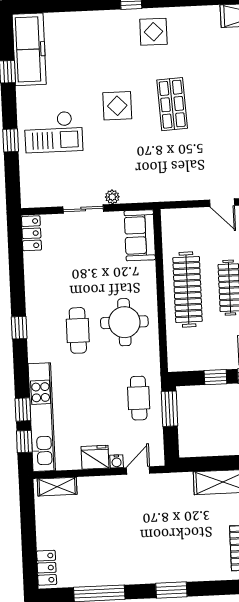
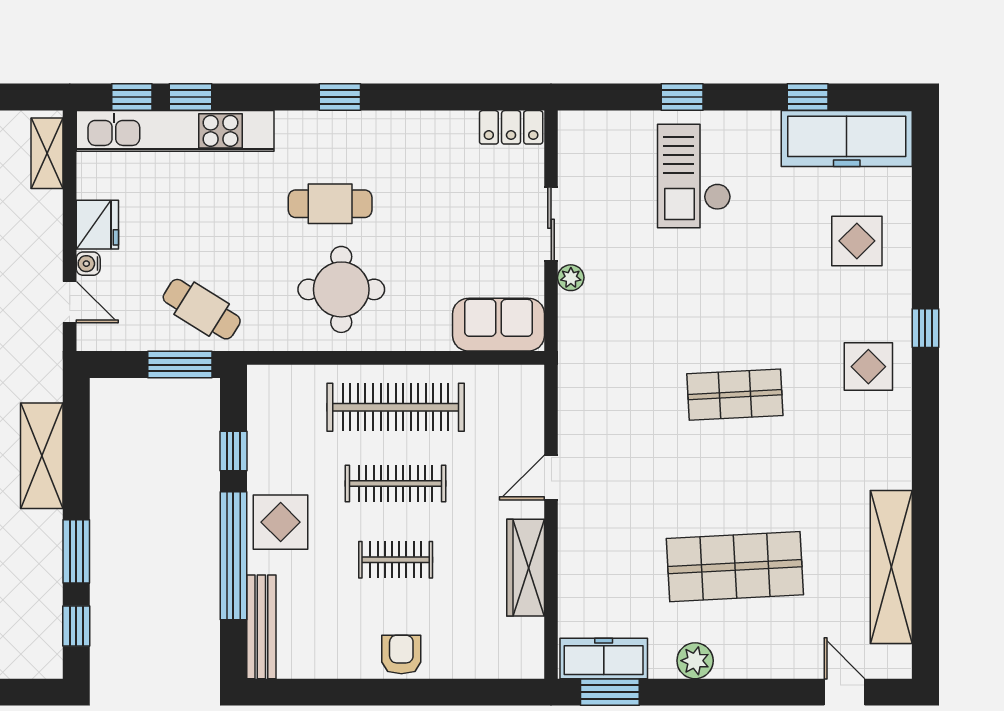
display table: (117, 106) -> (857, 241), moved
cafe table: (139, 398) -> (202, 309), turned 32

